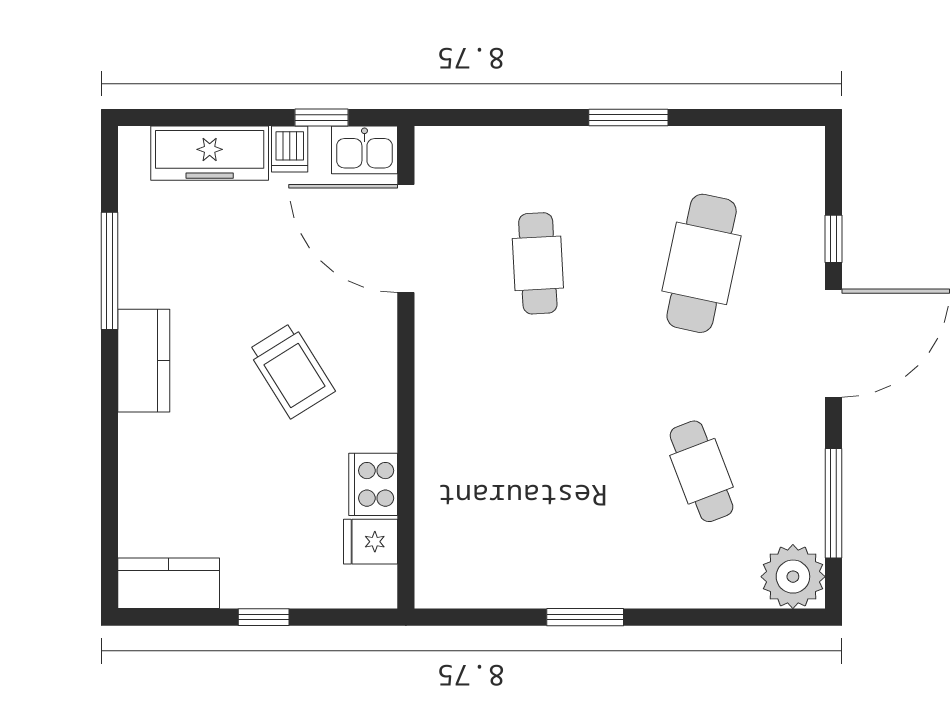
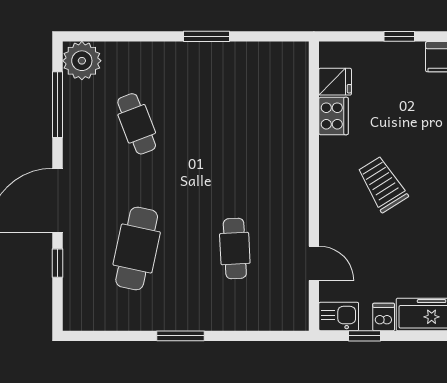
door: (406, 238) -> (314, 263), width x0.53

